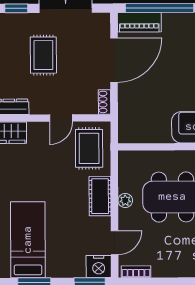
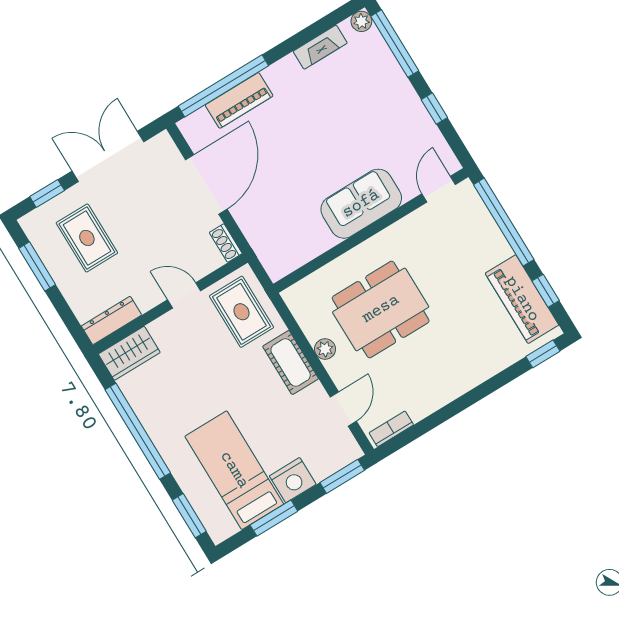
piano: (139, 22) -> (239, 100), moved
rug: (43, 55) -> (87, 238), moved
door: (61, 118) -> (184, 295), swing flipped
nightstand: (99, 266) -> (293, 480), moved

